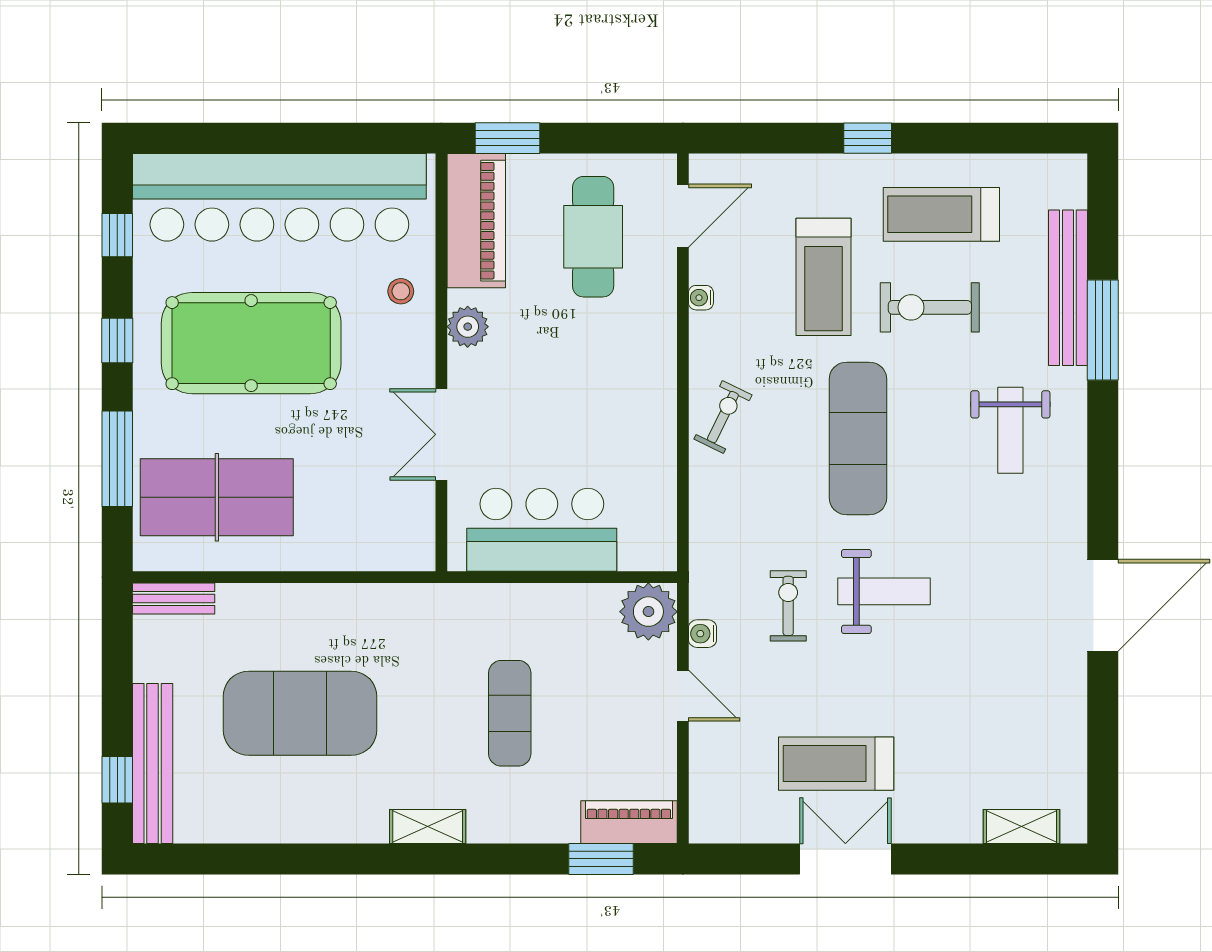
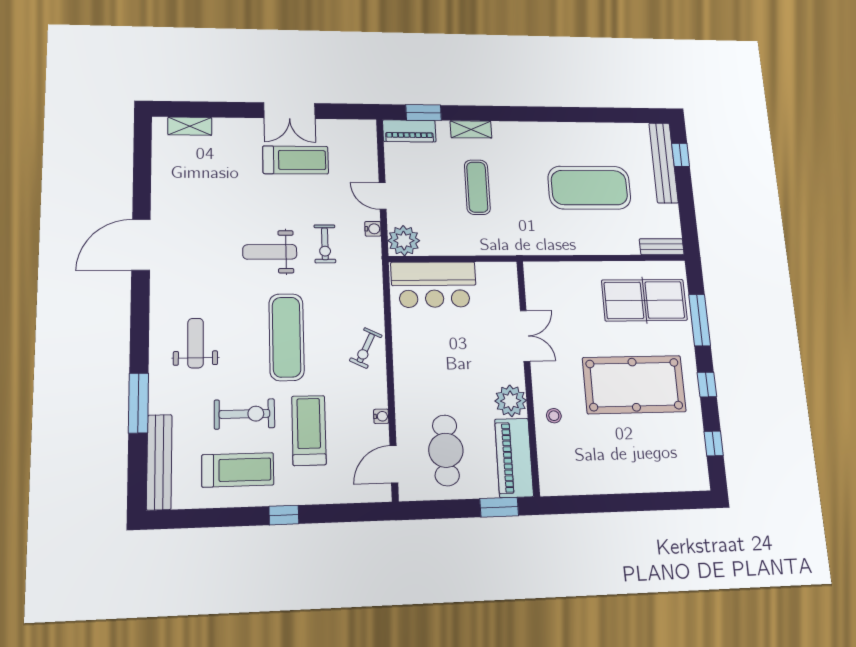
bar counter: (279, 197) -> (627, 468), removed
bench: (1068, 288) -> (159, 462), moved
plant: (468, 327) -> (511, 401), width x1.36, depth x1.36
bar counter: (542, 530) -> (434, 285), moved
shelving: (428, 827) -> (471, 129), moved

